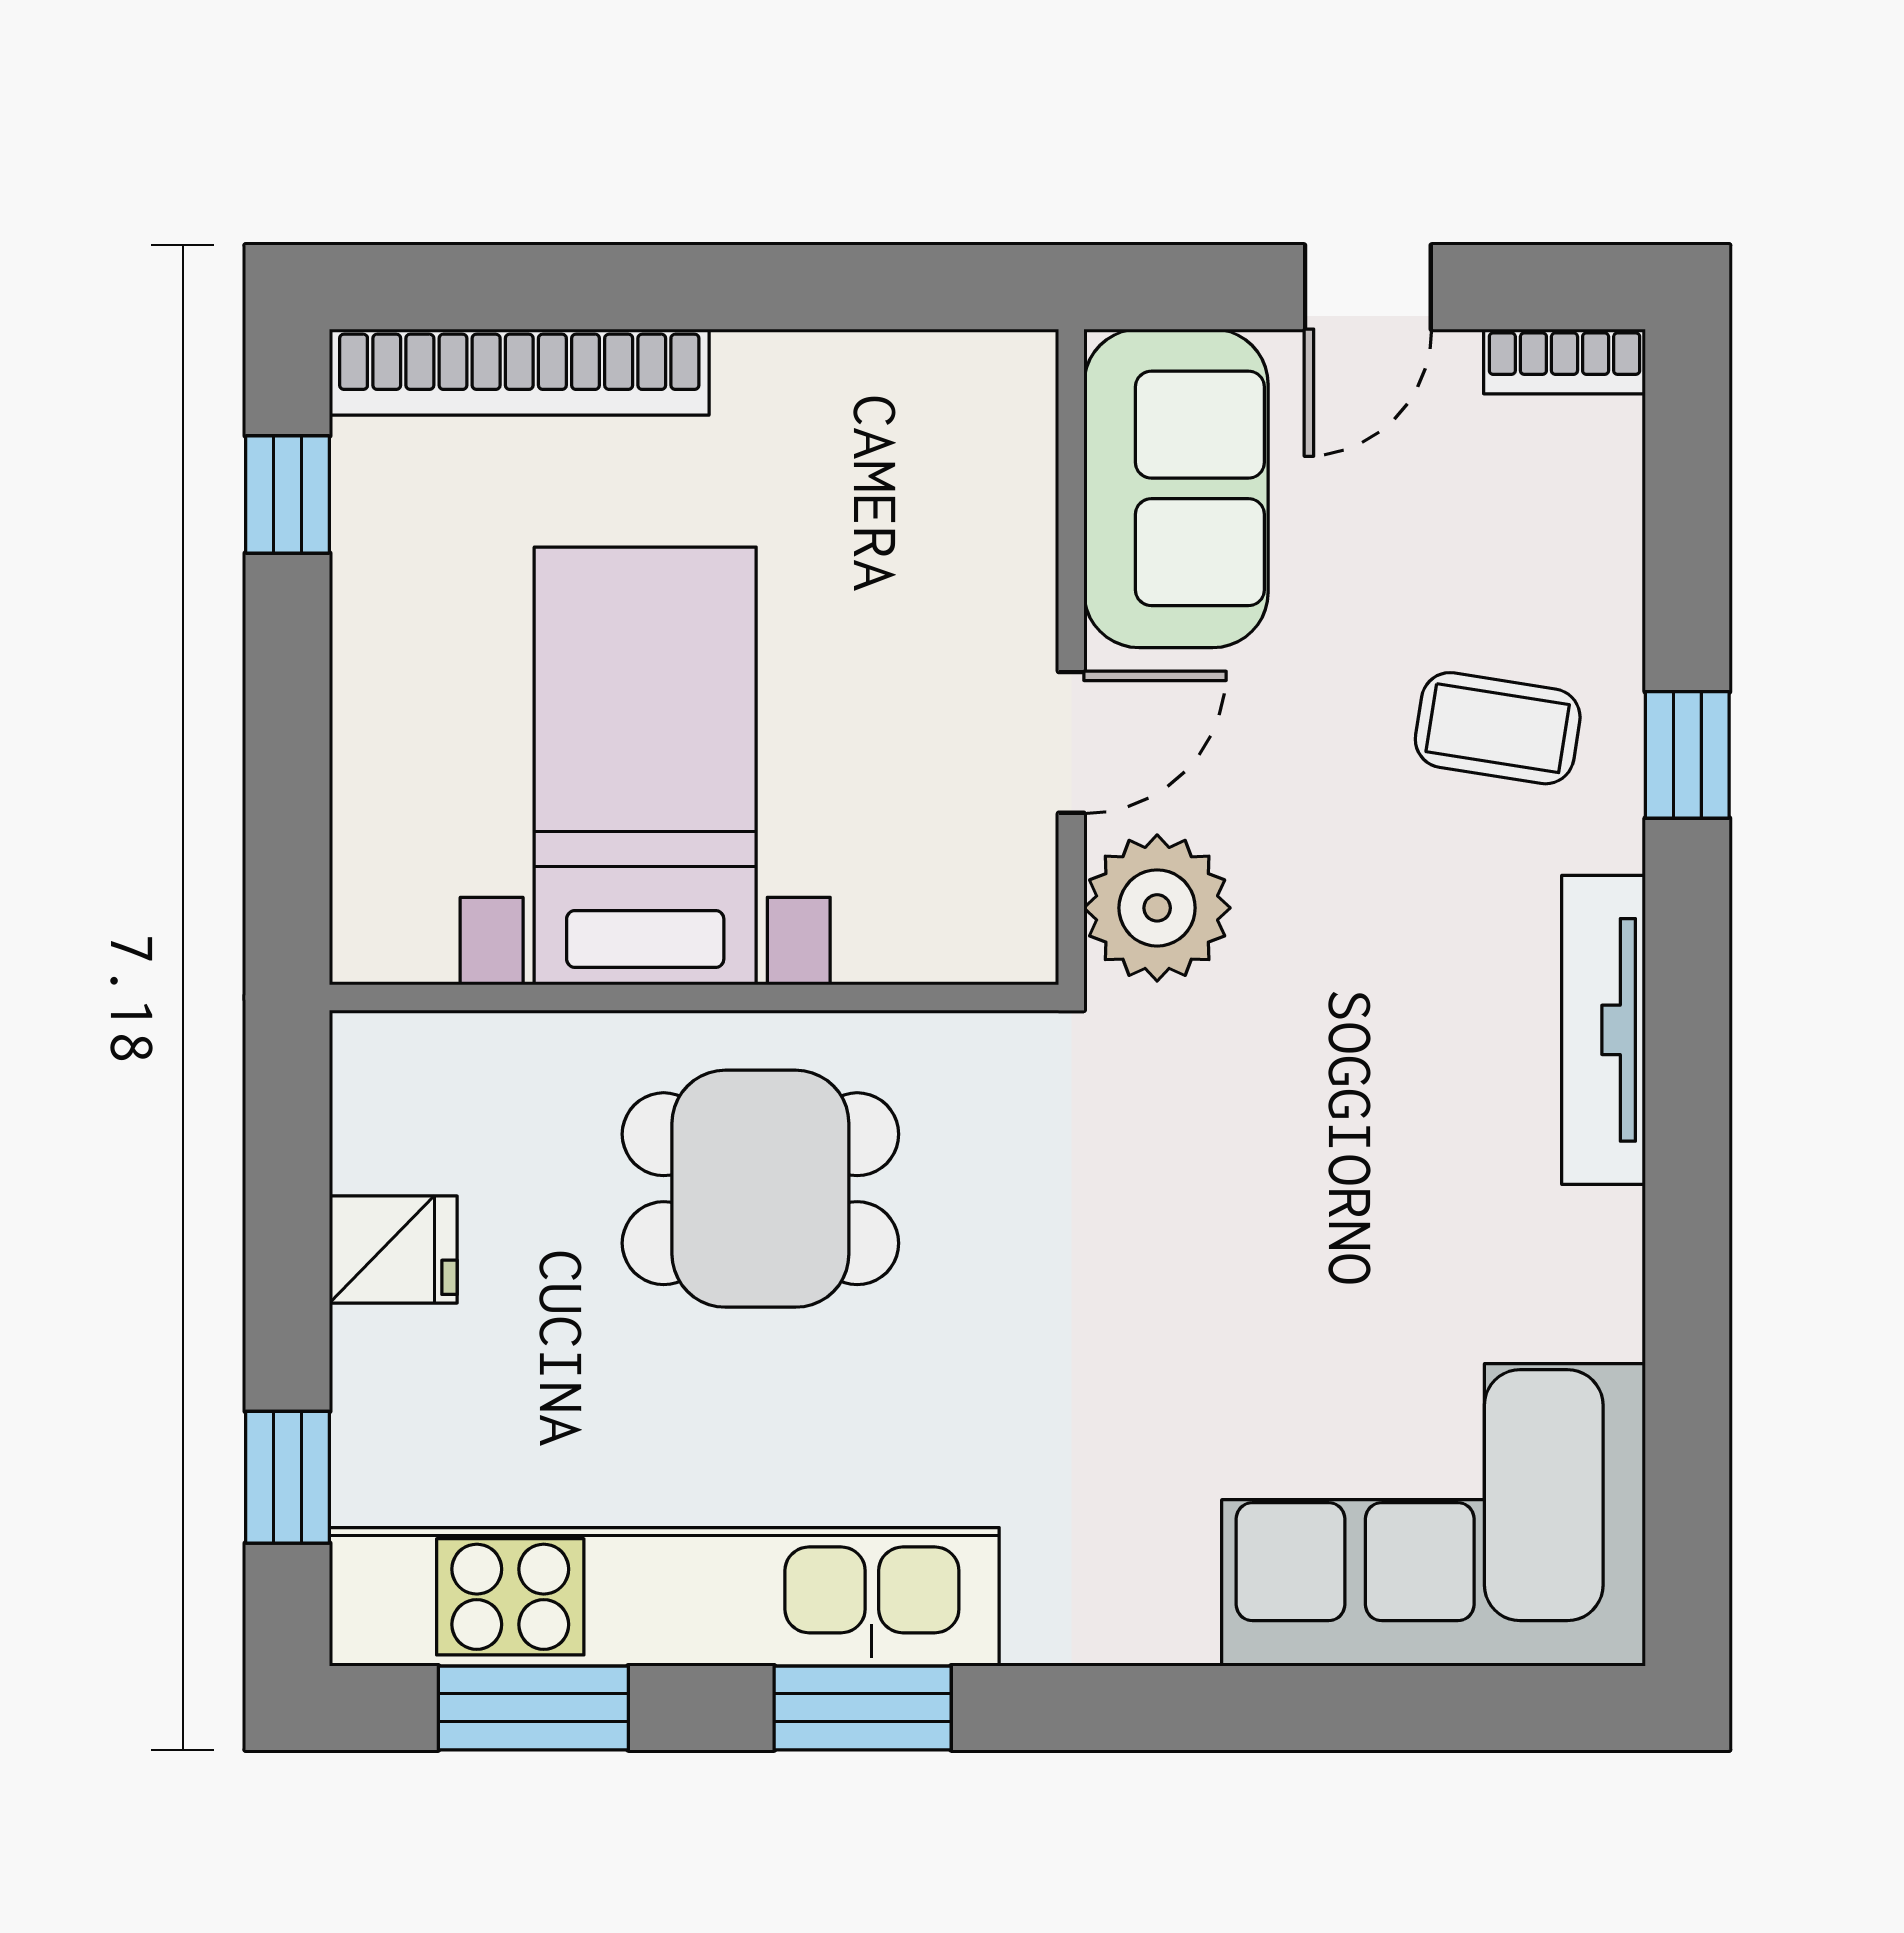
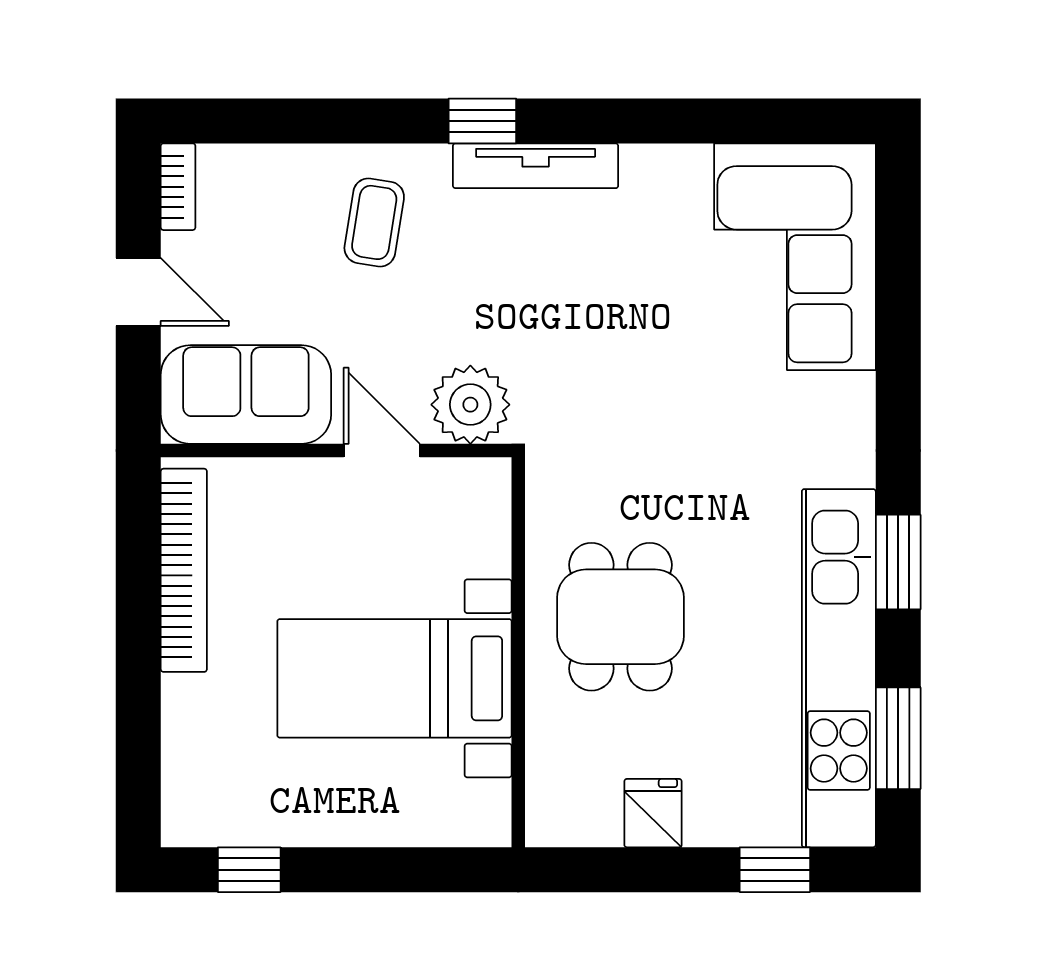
bookcase: (519, 372) -> (184, 570), moved
window: (1687, 755) -> (482, 121), moved

